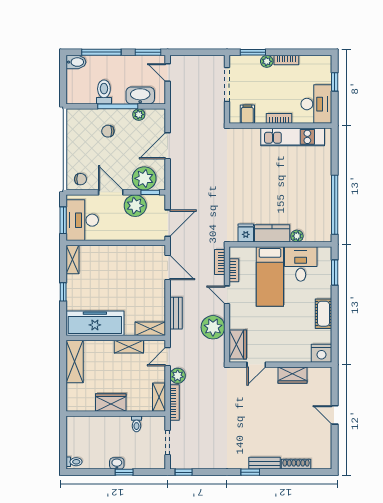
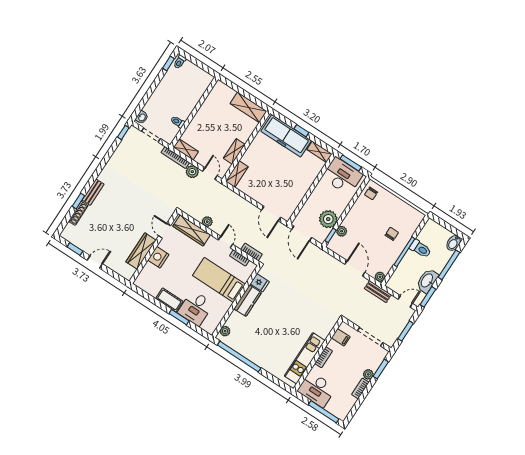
window: (198, 52) -> (406, 331), added
window: (335, 82) -> (324, 412), width x2.17
washbasin: (140, 96) -> (427, 281), moved, turned 180
plant: (139, 115) -> (380, 277), moved
plant: (144, 178) -> (342, 231), width x0.53, depth x0.53
door: (111, 192) -> (348, 208), removed
plant: (297, 236) -> (225, 331), moved
desk: (301, 264) -> (196, 308), moved, turned 90
door: (168, 267) -> (271, 214), hinge flipped
window: (335, 272) -> (179, 317), moved
door: (227, 295) -> (226, 242), hinge flipped
bench: (176, 313) -> (378, 292), moved
freezer: (95, 323) -> (286, 136), moved, turned 90
plant: (213, 327) -> (207, 222), width x0.53, depth x0.53
wardrobe: (238, 345) -> (192, 230), width x1.50
nightstand: (321, 353) -> (158, 257), moved
wardrobe: (292, 375) -> (141, 251), width x1.50
wardrobe: (111, 403) -> (204, 114), removed
window: (335, 444) -> (75, 249), added
washbasin: (117, 463) -> (142, 117), moved
window: (124, 472) -> (169, 63), moved
window: (250, 472) -> (78, 201), moved

